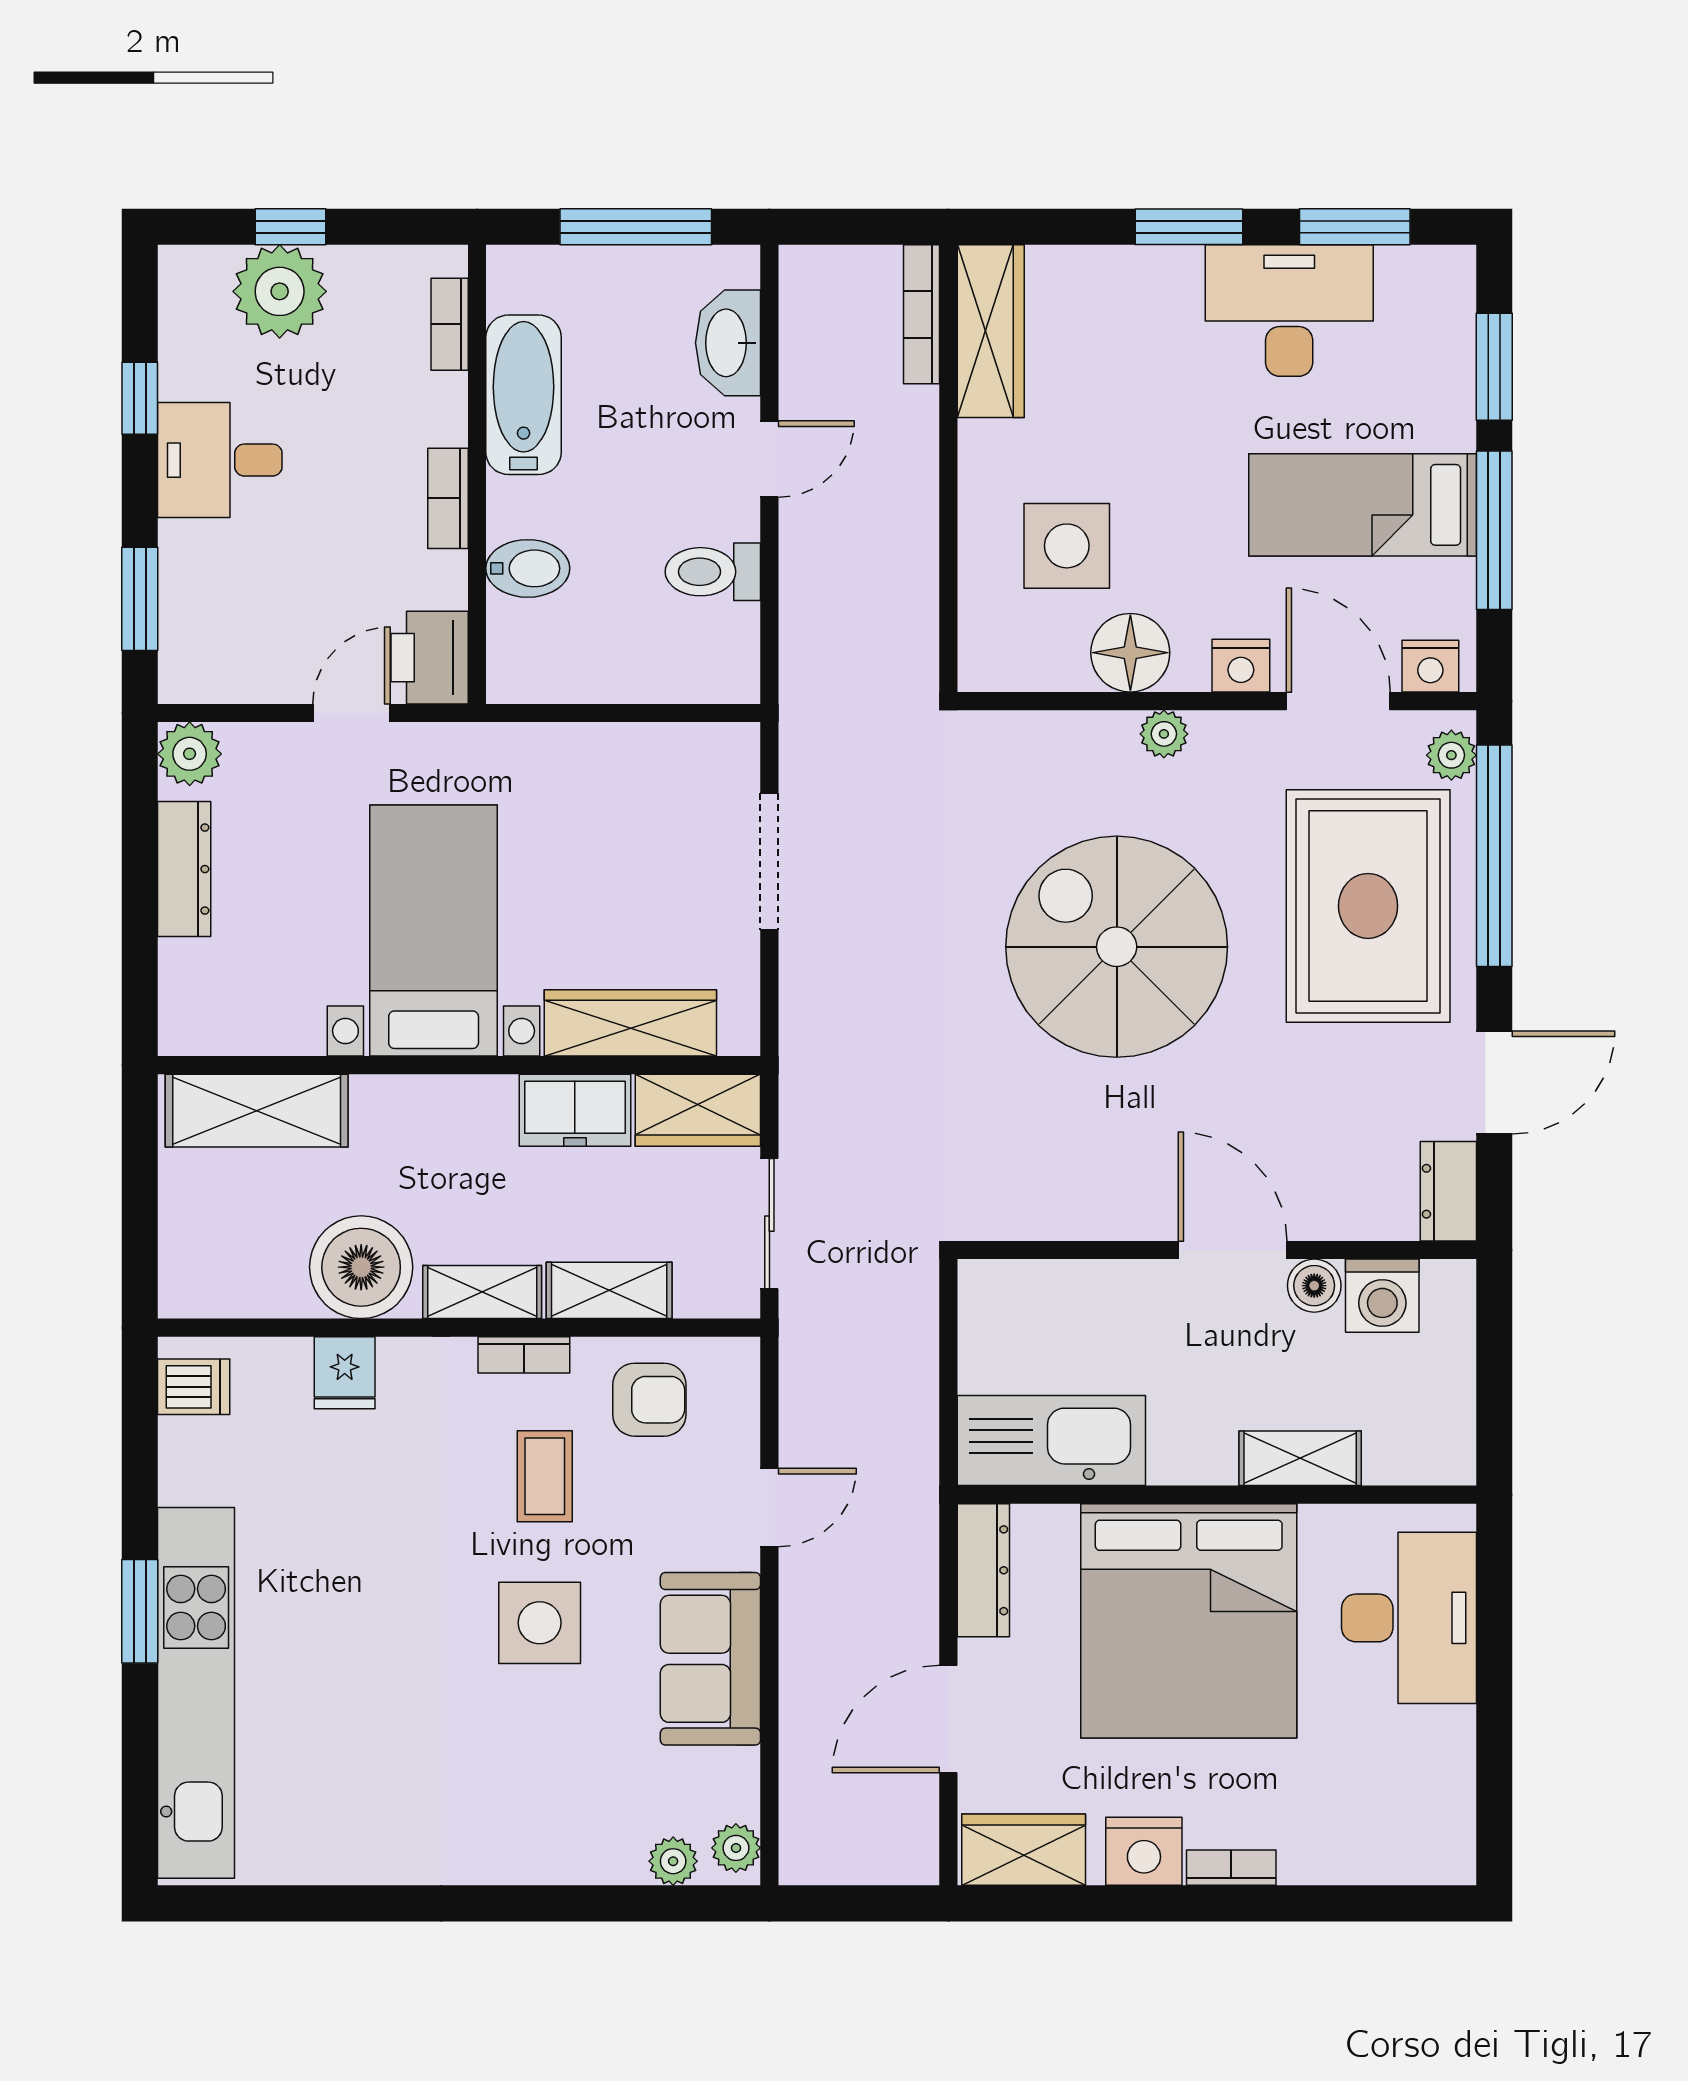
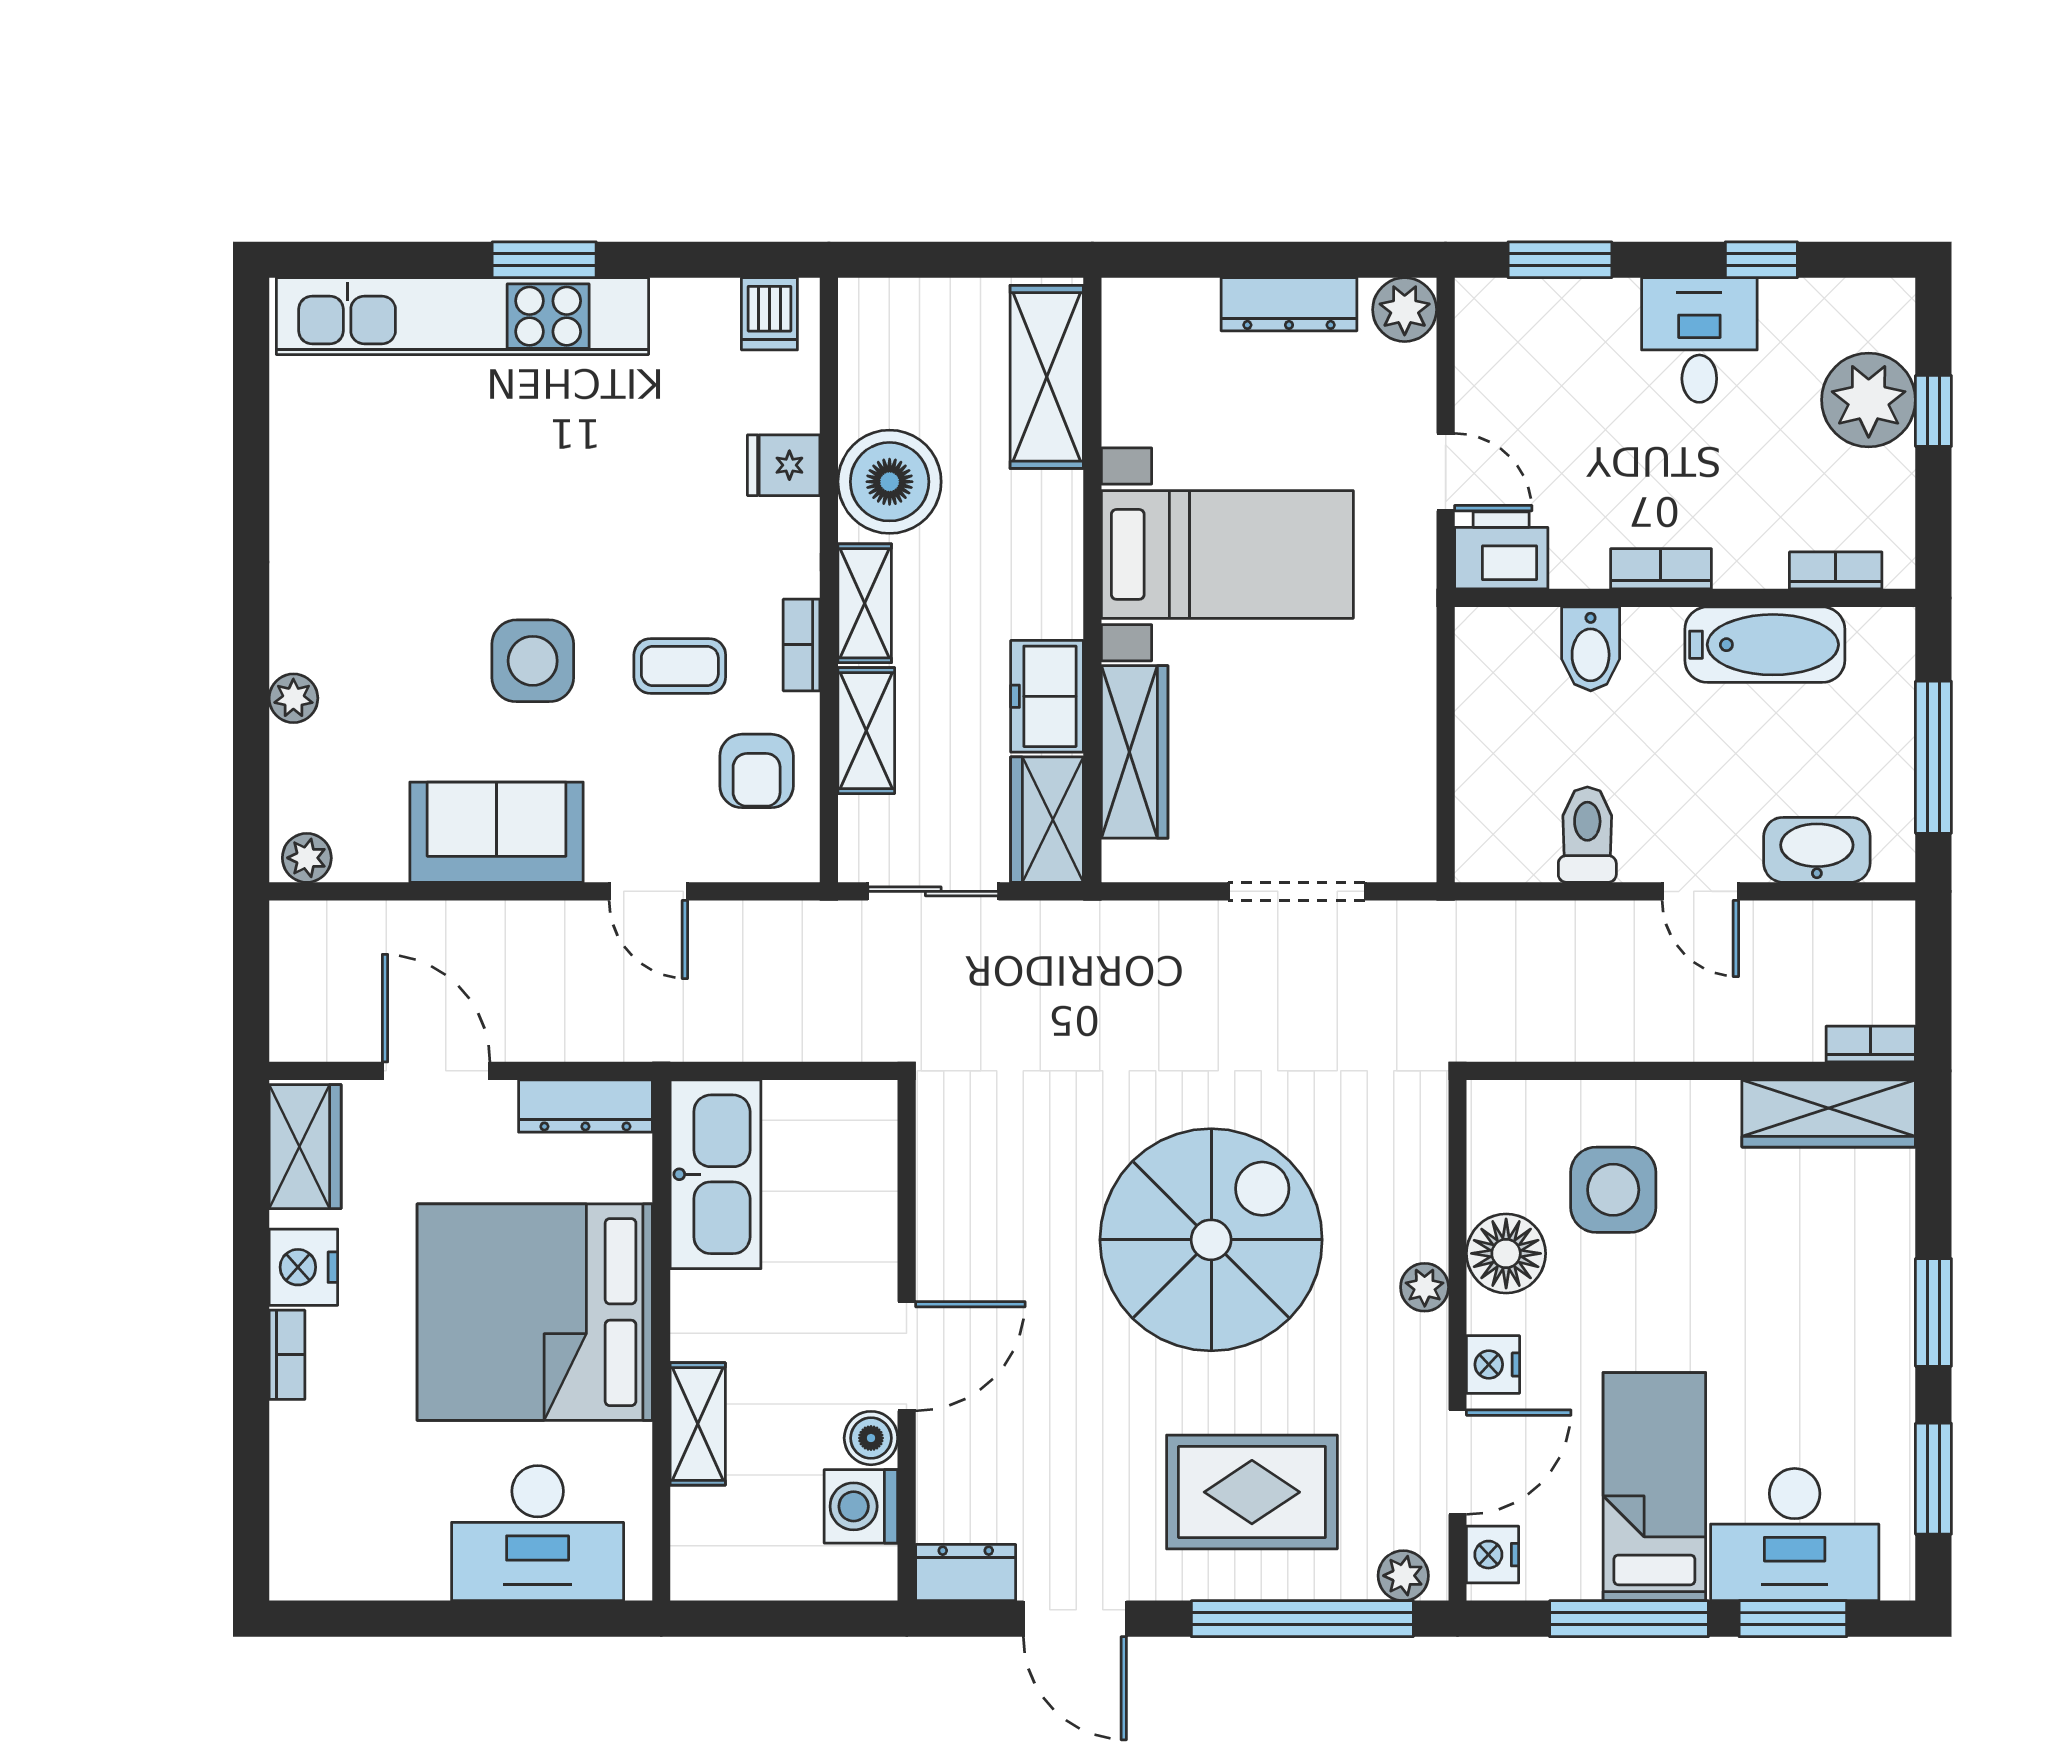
desk: (1289, 311) -> (1795, 1535), moved, turned 90
bookcase: (922, 314) -> (1871, 1044), width x0.64
rug: (1368, 906) -> (1252, 1492), width x0.73, depth x0.69
plant: (673, 1861) -> (293, 698), moved

